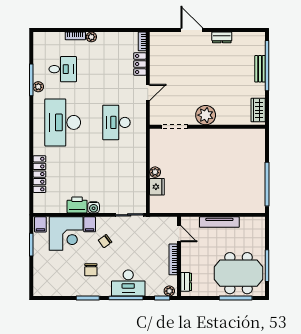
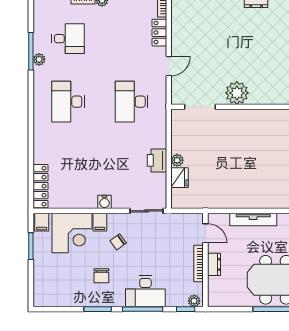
desk: (63, 122) -> (68, 102), width x0.73, depth x0.77
locker: (39, 174) -> (41, 186), moved
printer: (77, 205) -> (157, 160), moved, turned -90
dresser: (186, 282) -> (214, 264), moved

